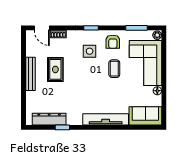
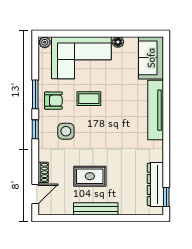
window: (137, 28) -> (35, 94), moved
window: (62, 127) -> (166, 197), moved

